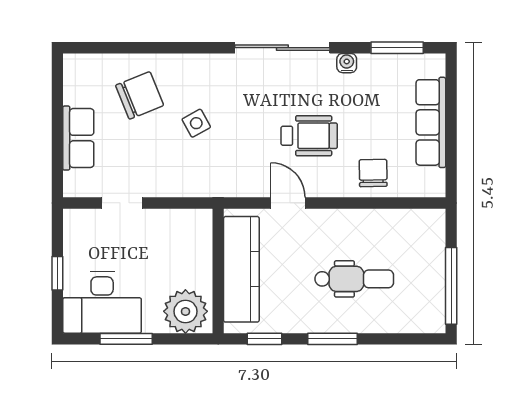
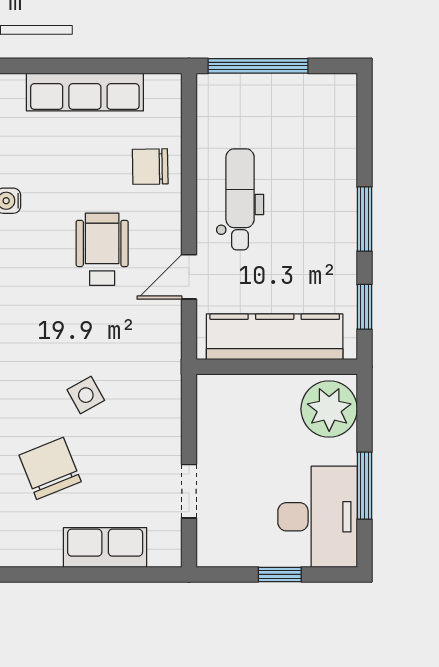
dental chair: (354, 279) -> (240, 199), moved
window: (451, 286) -> (258, 66), moved

